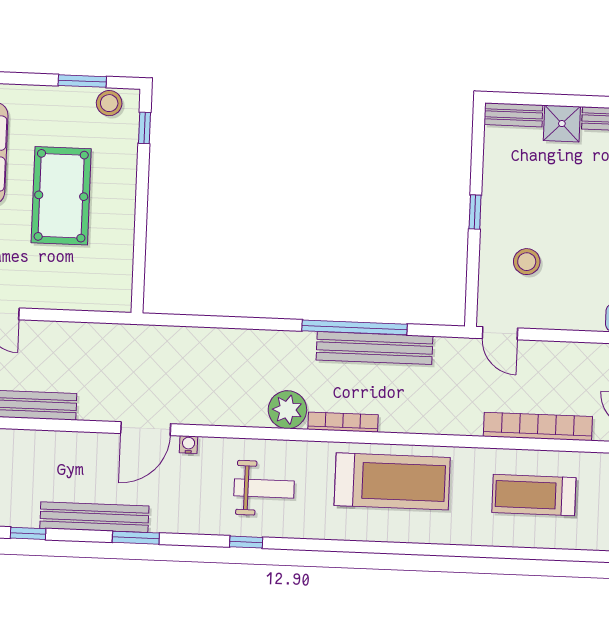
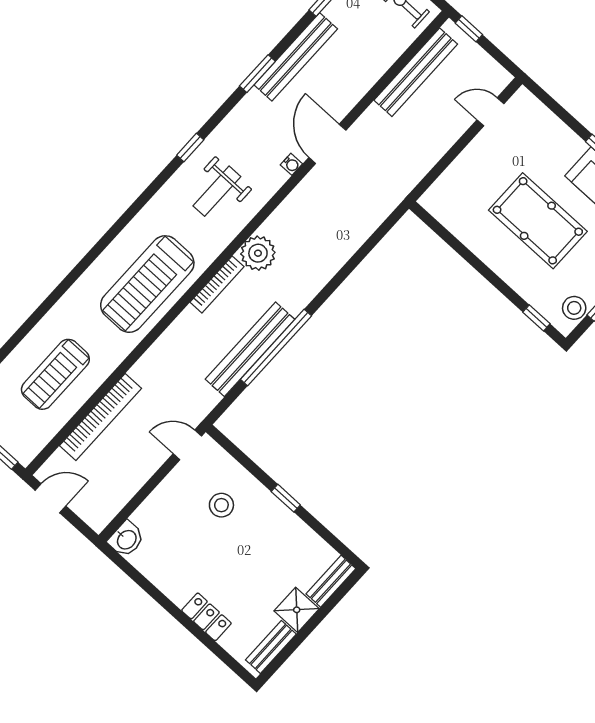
treadmill: (534, 495) -> (55, 374), turned 180

